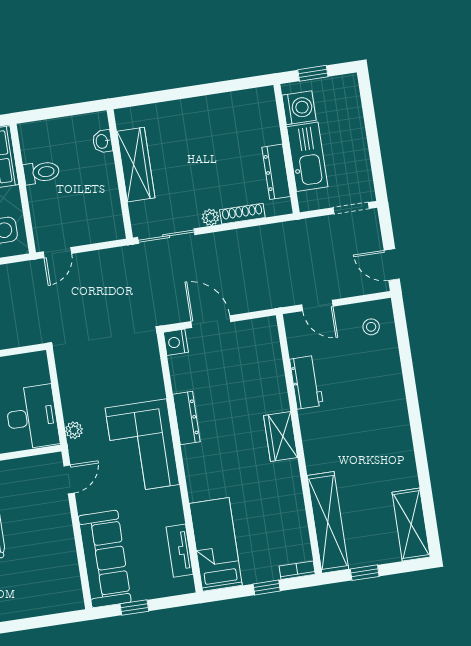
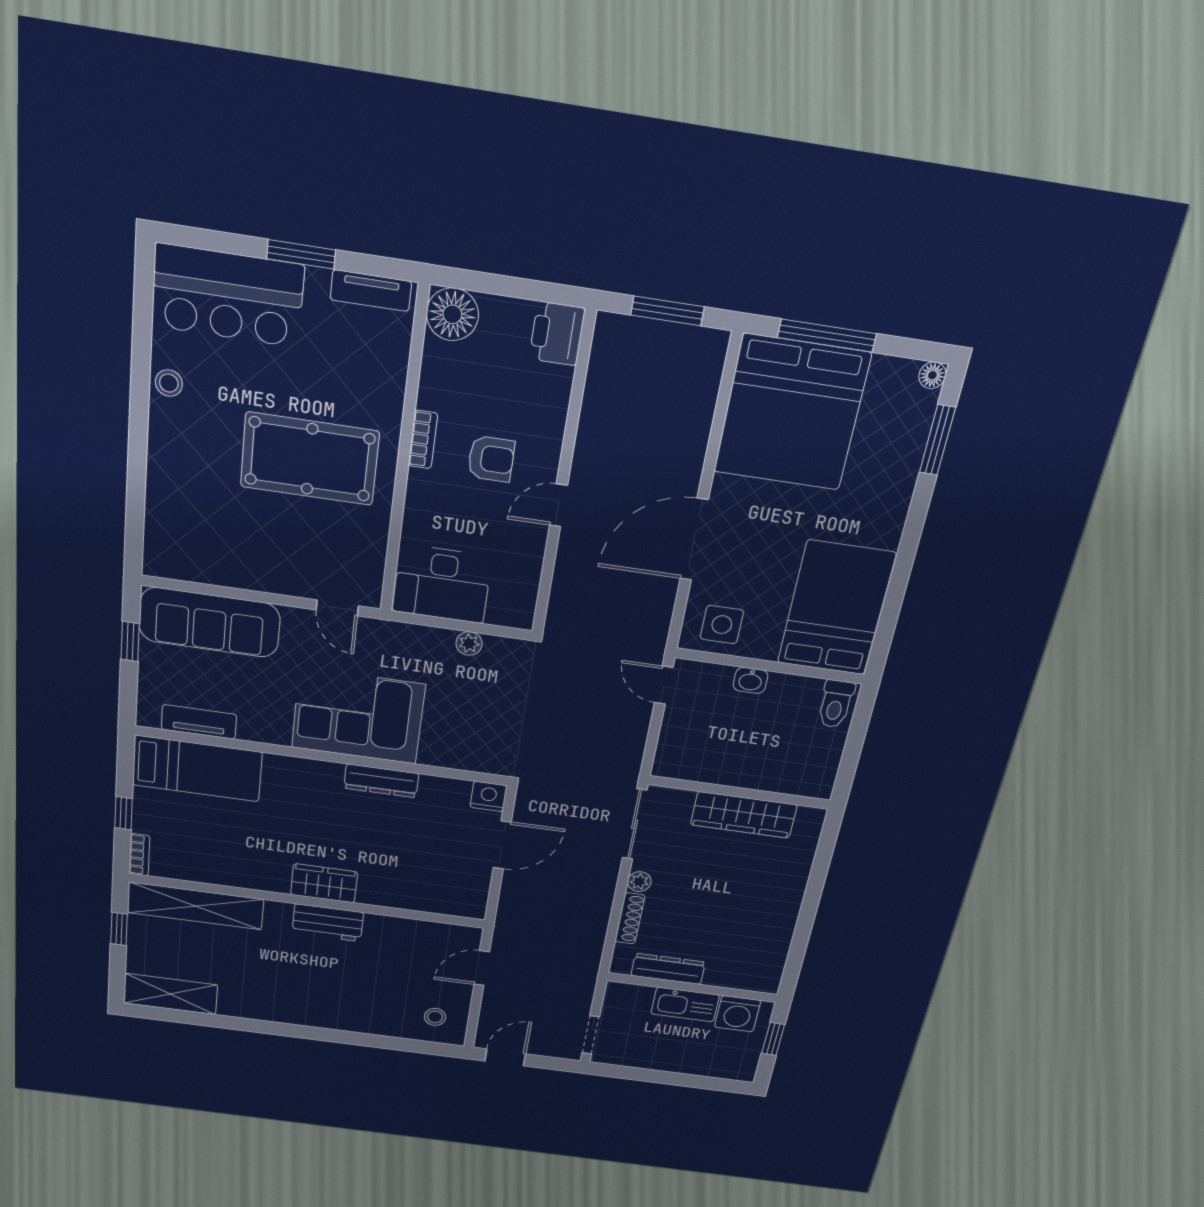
washbasin: (102, 141) -> (750, 680), moved, turned 180
kitchen sink: (307, 157) -> (685, 1004), width x0.73, depth x0.81
toilet: (41, 172) -> (836, 704), moved
workbench: (306, 382) -> (328, 923), moved
plant: (74, 430) -> (469, 643), moved

